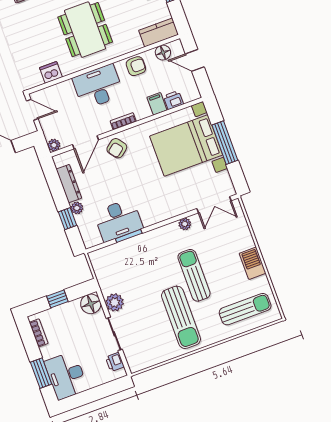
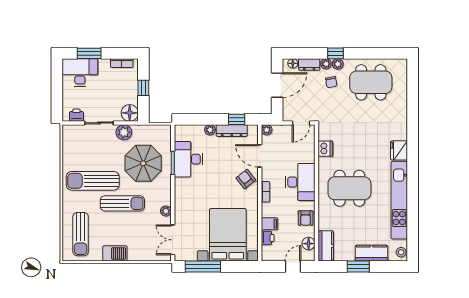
window: (225, 143) -> (203, 267), moved
window: (68, 219) -> (237, 119), moved
parasol: (141, 268) -> (143, 163), added

